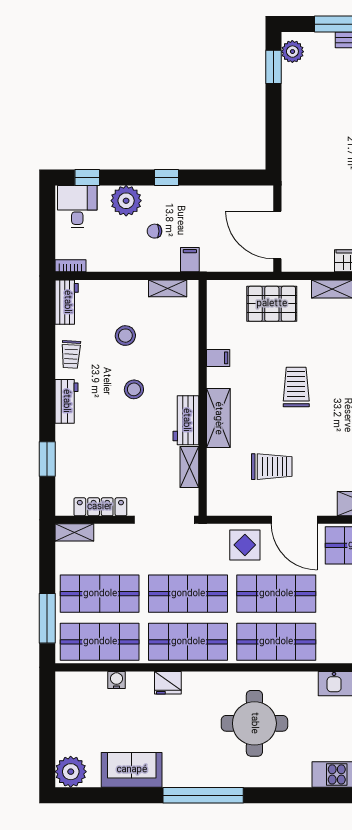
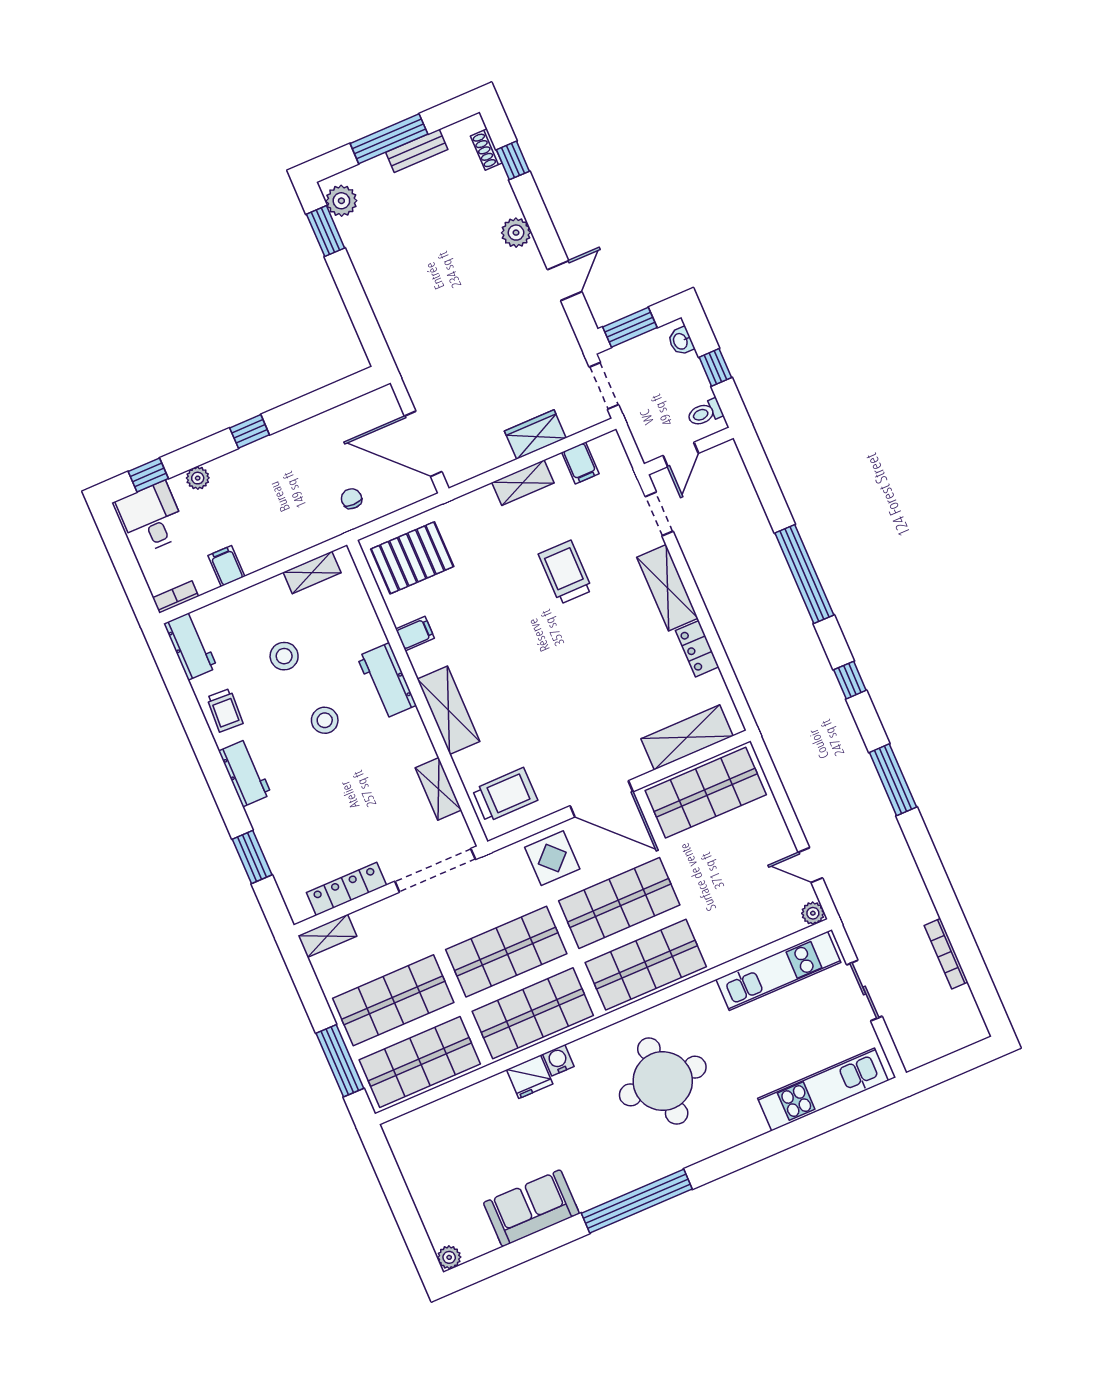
plant: (126, 201) -> (198, 478), width x0.53, depth x0.53
chair: (154, 231) -> (351, 499), moved, turned 90
filing cabinet: (190, 260) -> (226, 566), moved
pallet: (272, 304) -> (412, 558), moved
trolley: (296, 387) -> (565, 572), moved
workbench: (186, 420) -> (387, 681), moved
trolley: (272, 467) -> (505, 795), moved
water cooler: (117, 680) -> (558, 1060), moved
plant: (71, 772) -> (449, 1257), width x0.53, depth x0.53

